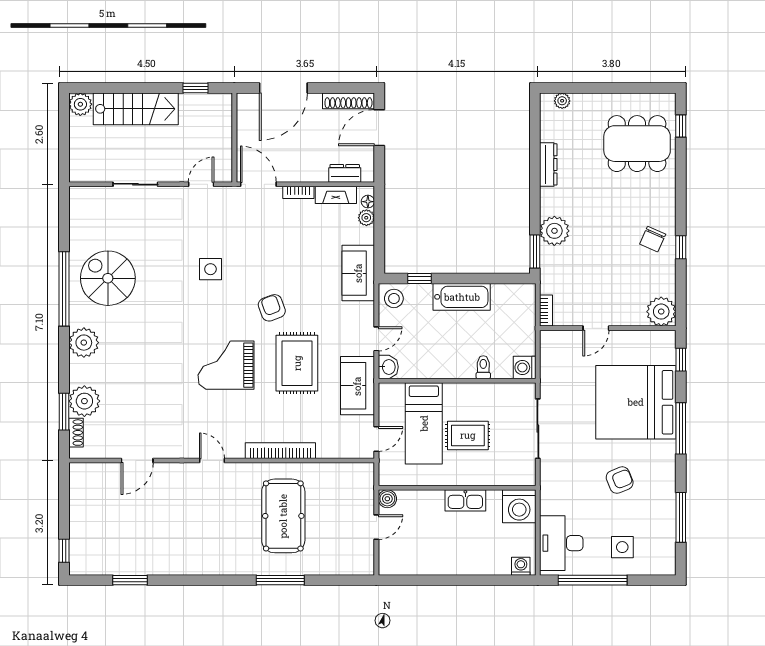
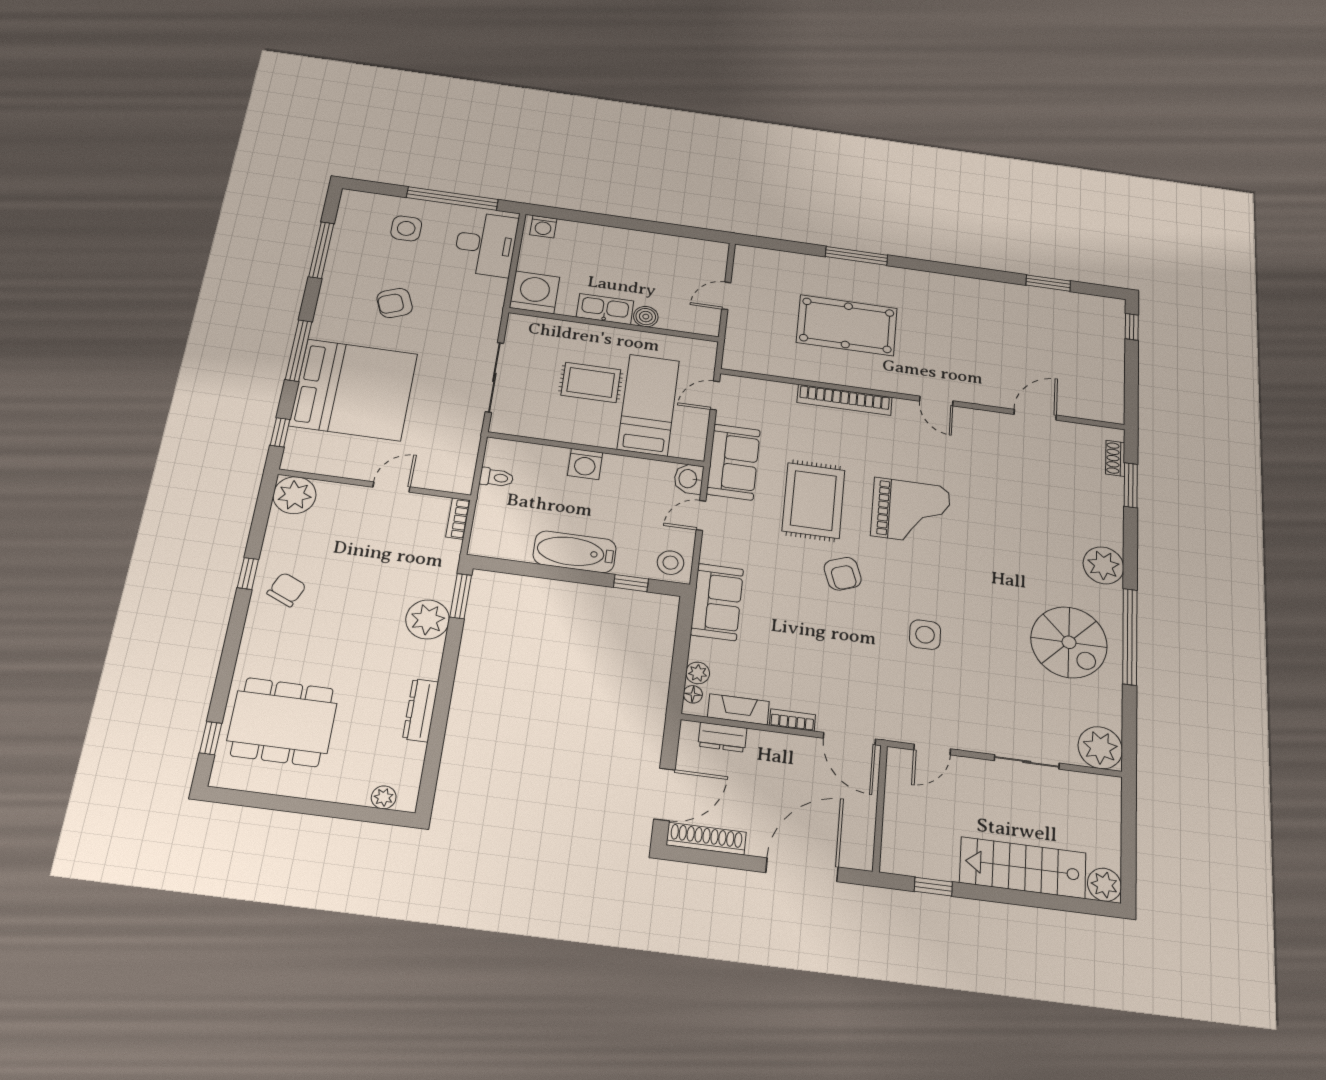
toilet: (483, 367) -> (496, 478), moved, turned -90
washing machine: (525, 368) -> (585, 464), moved, turned 90
plant: (84, 401) -> (1100, 748), moved
boiler: (387, 499) -> (646, 317), moved
pool table: (283, 516) -> (847, 325), turned 90

